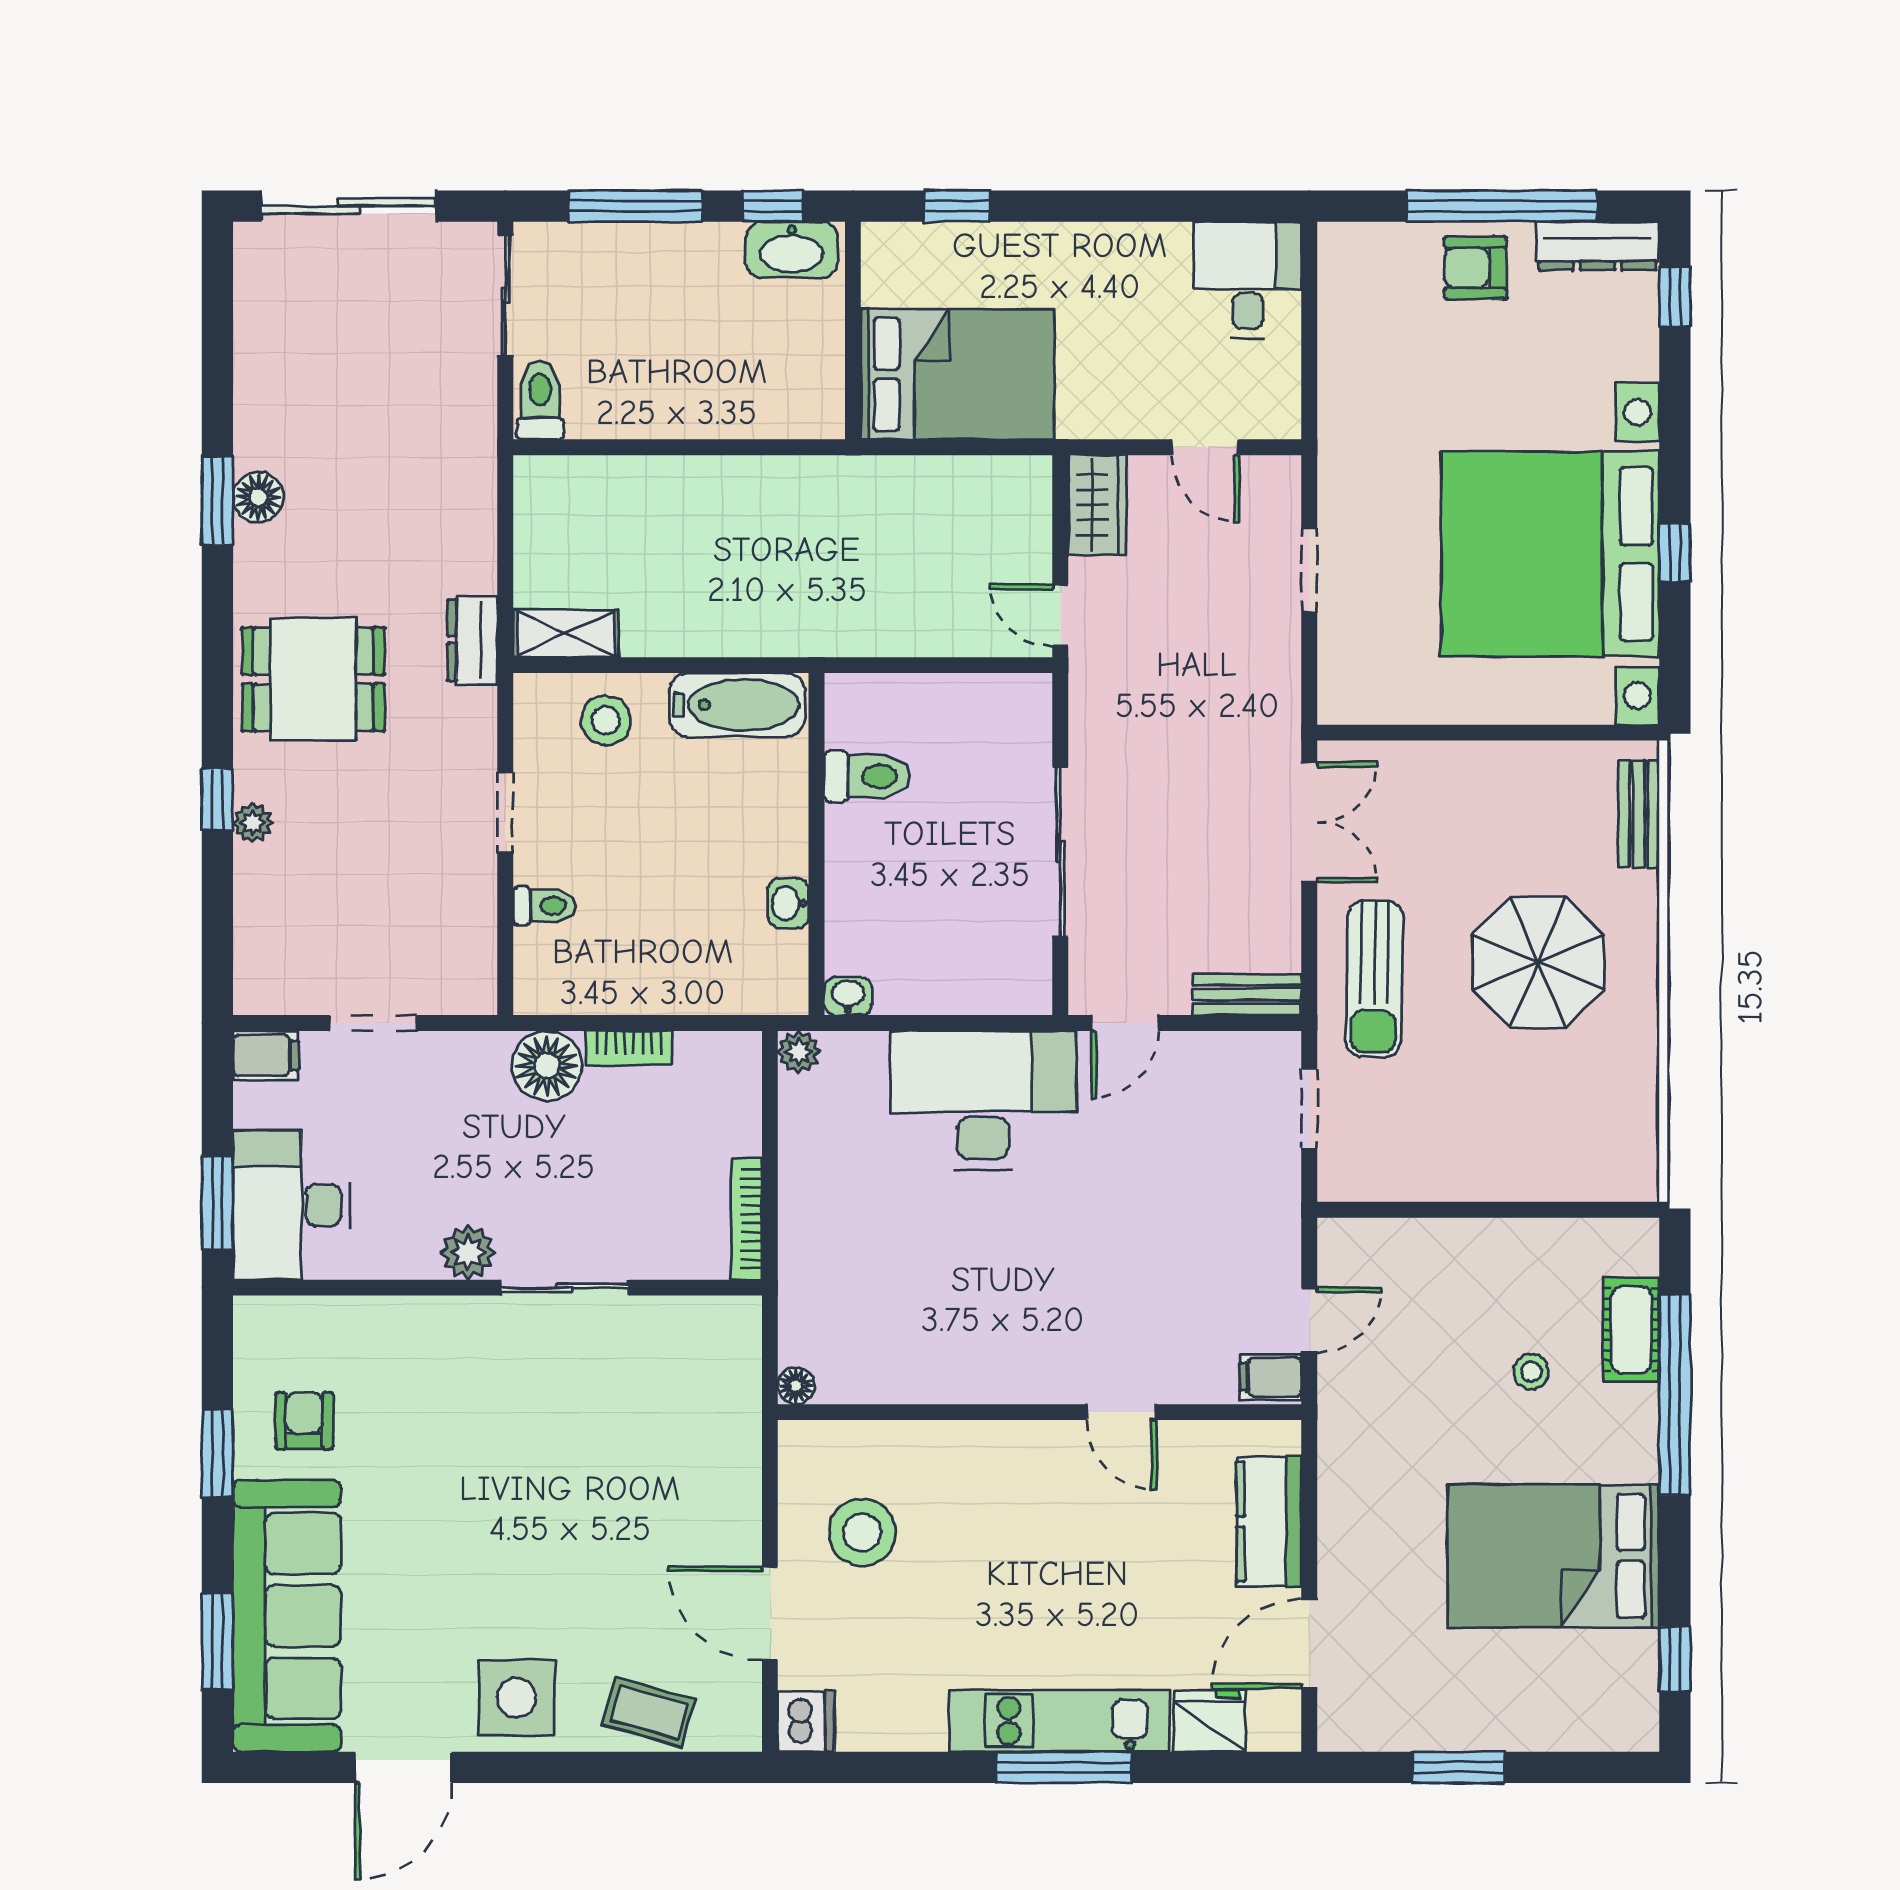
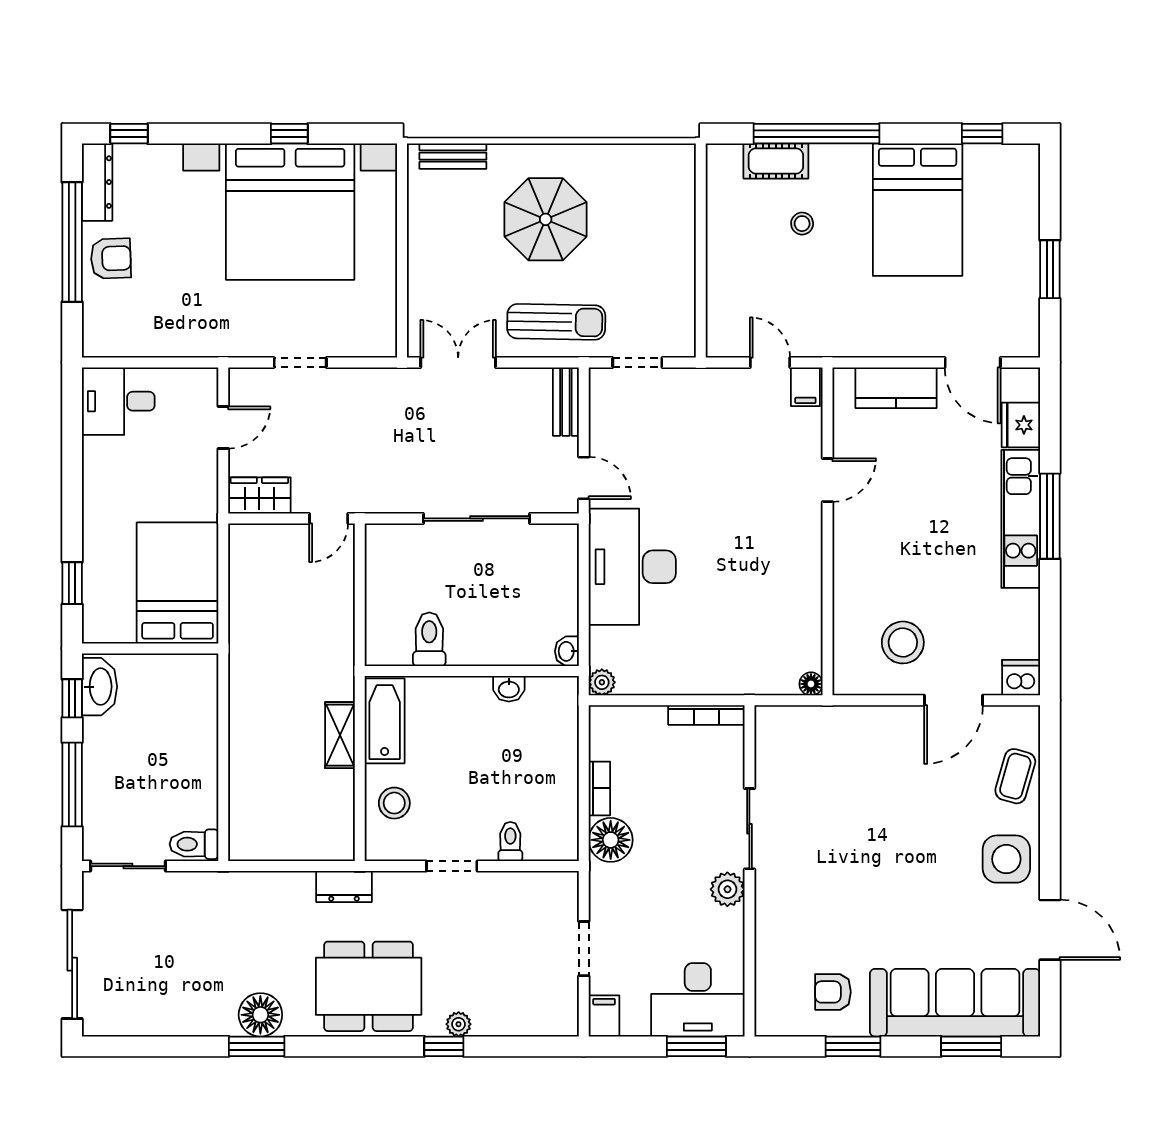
armchair: (1475, 268) -> (111, 258), turned -92
floor lamp: (258, 497) -> (260, 1015), width x1.38, depth x1.38
shelving: (566, 634) -> (340, 735), moved
dining table: (313, 679) -> (369, 986), width x1.38

